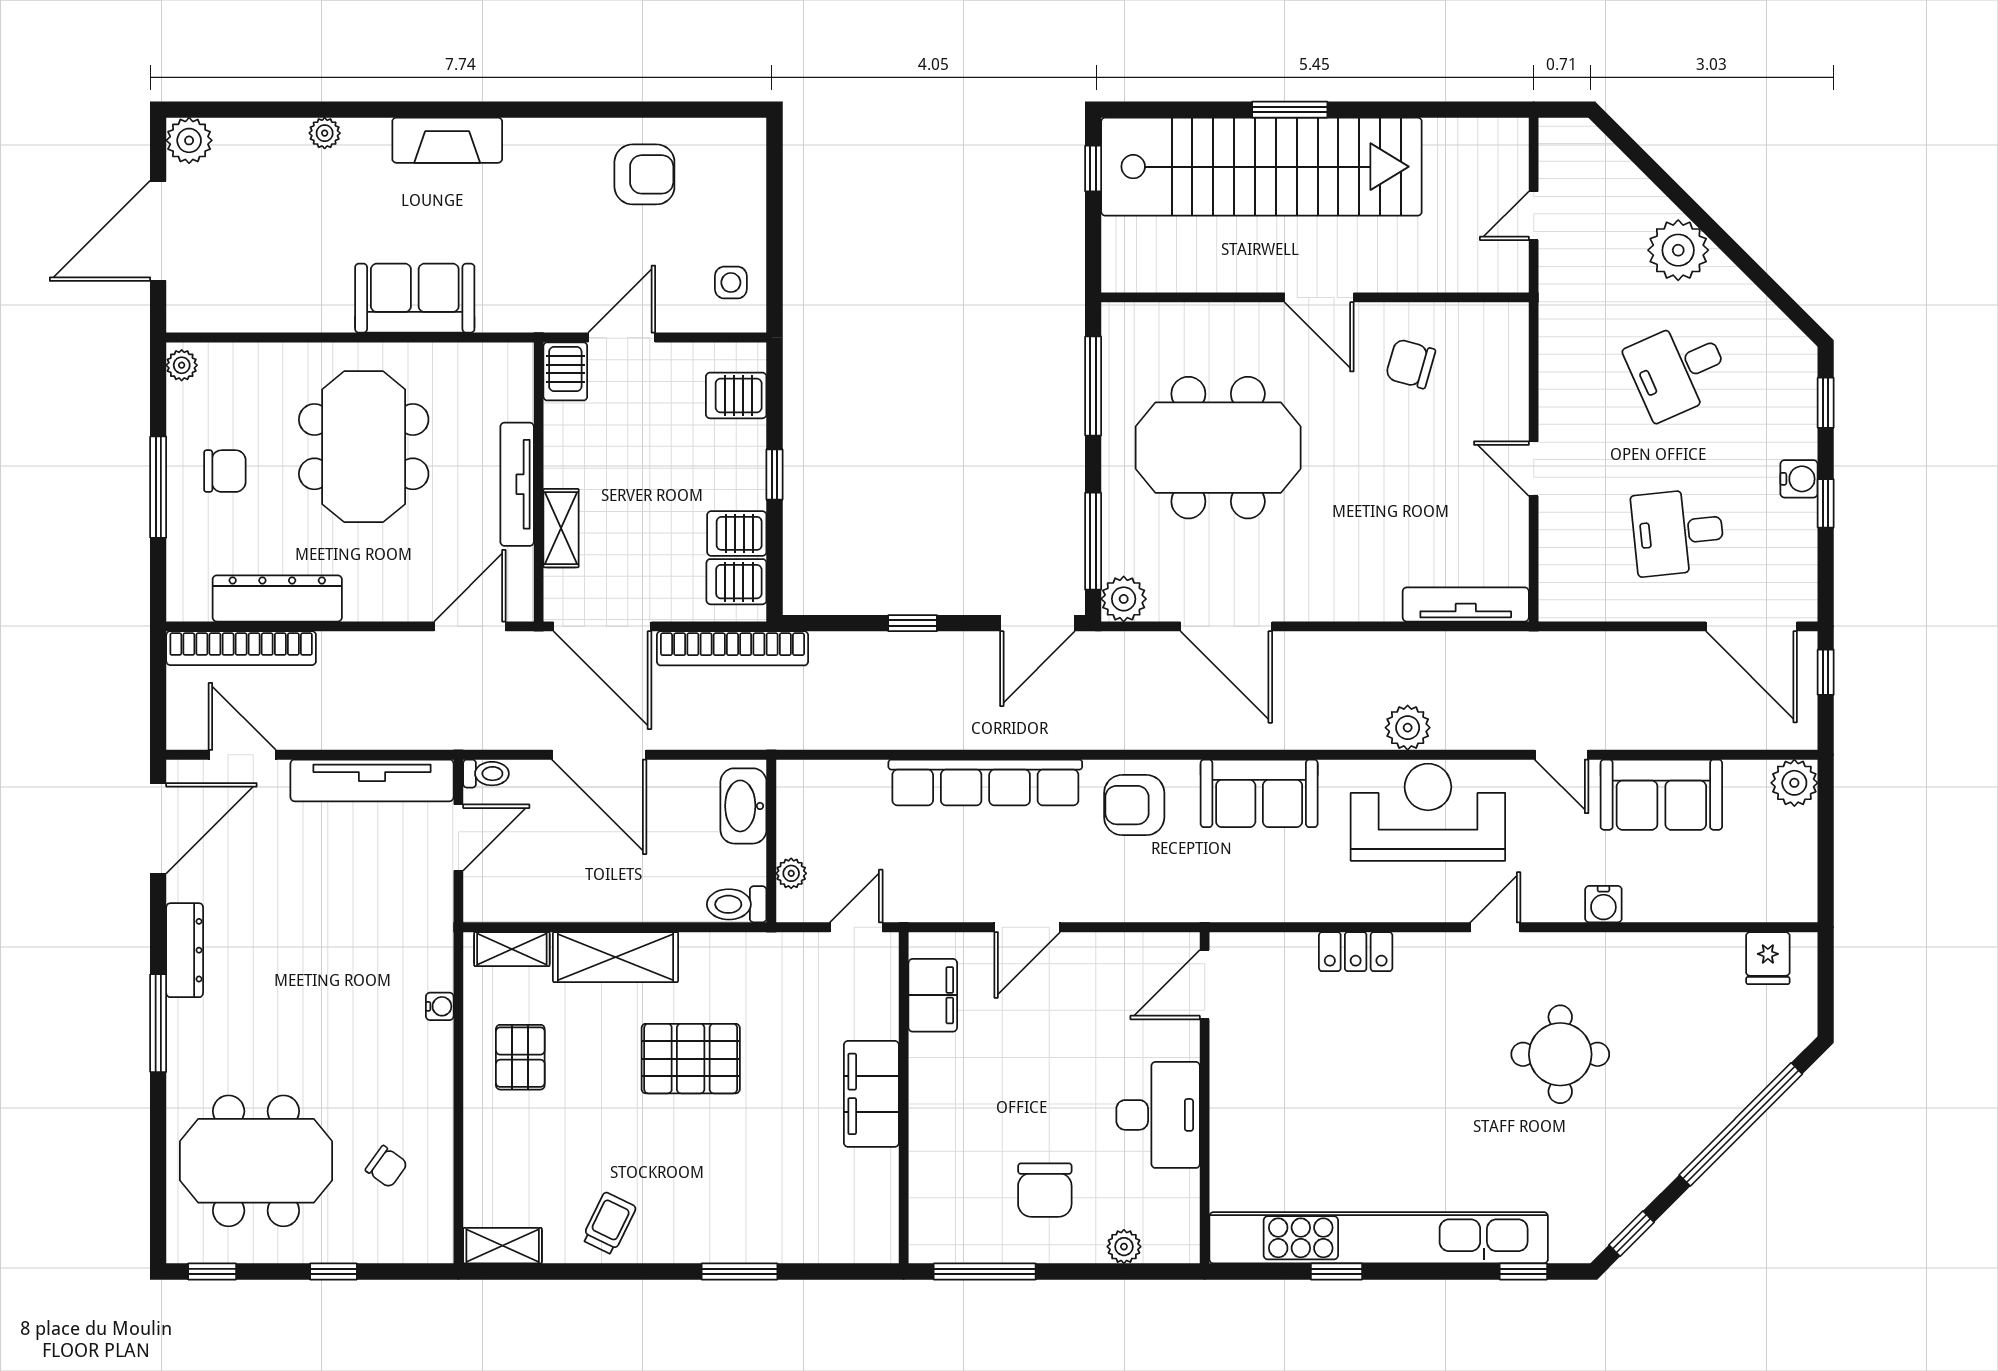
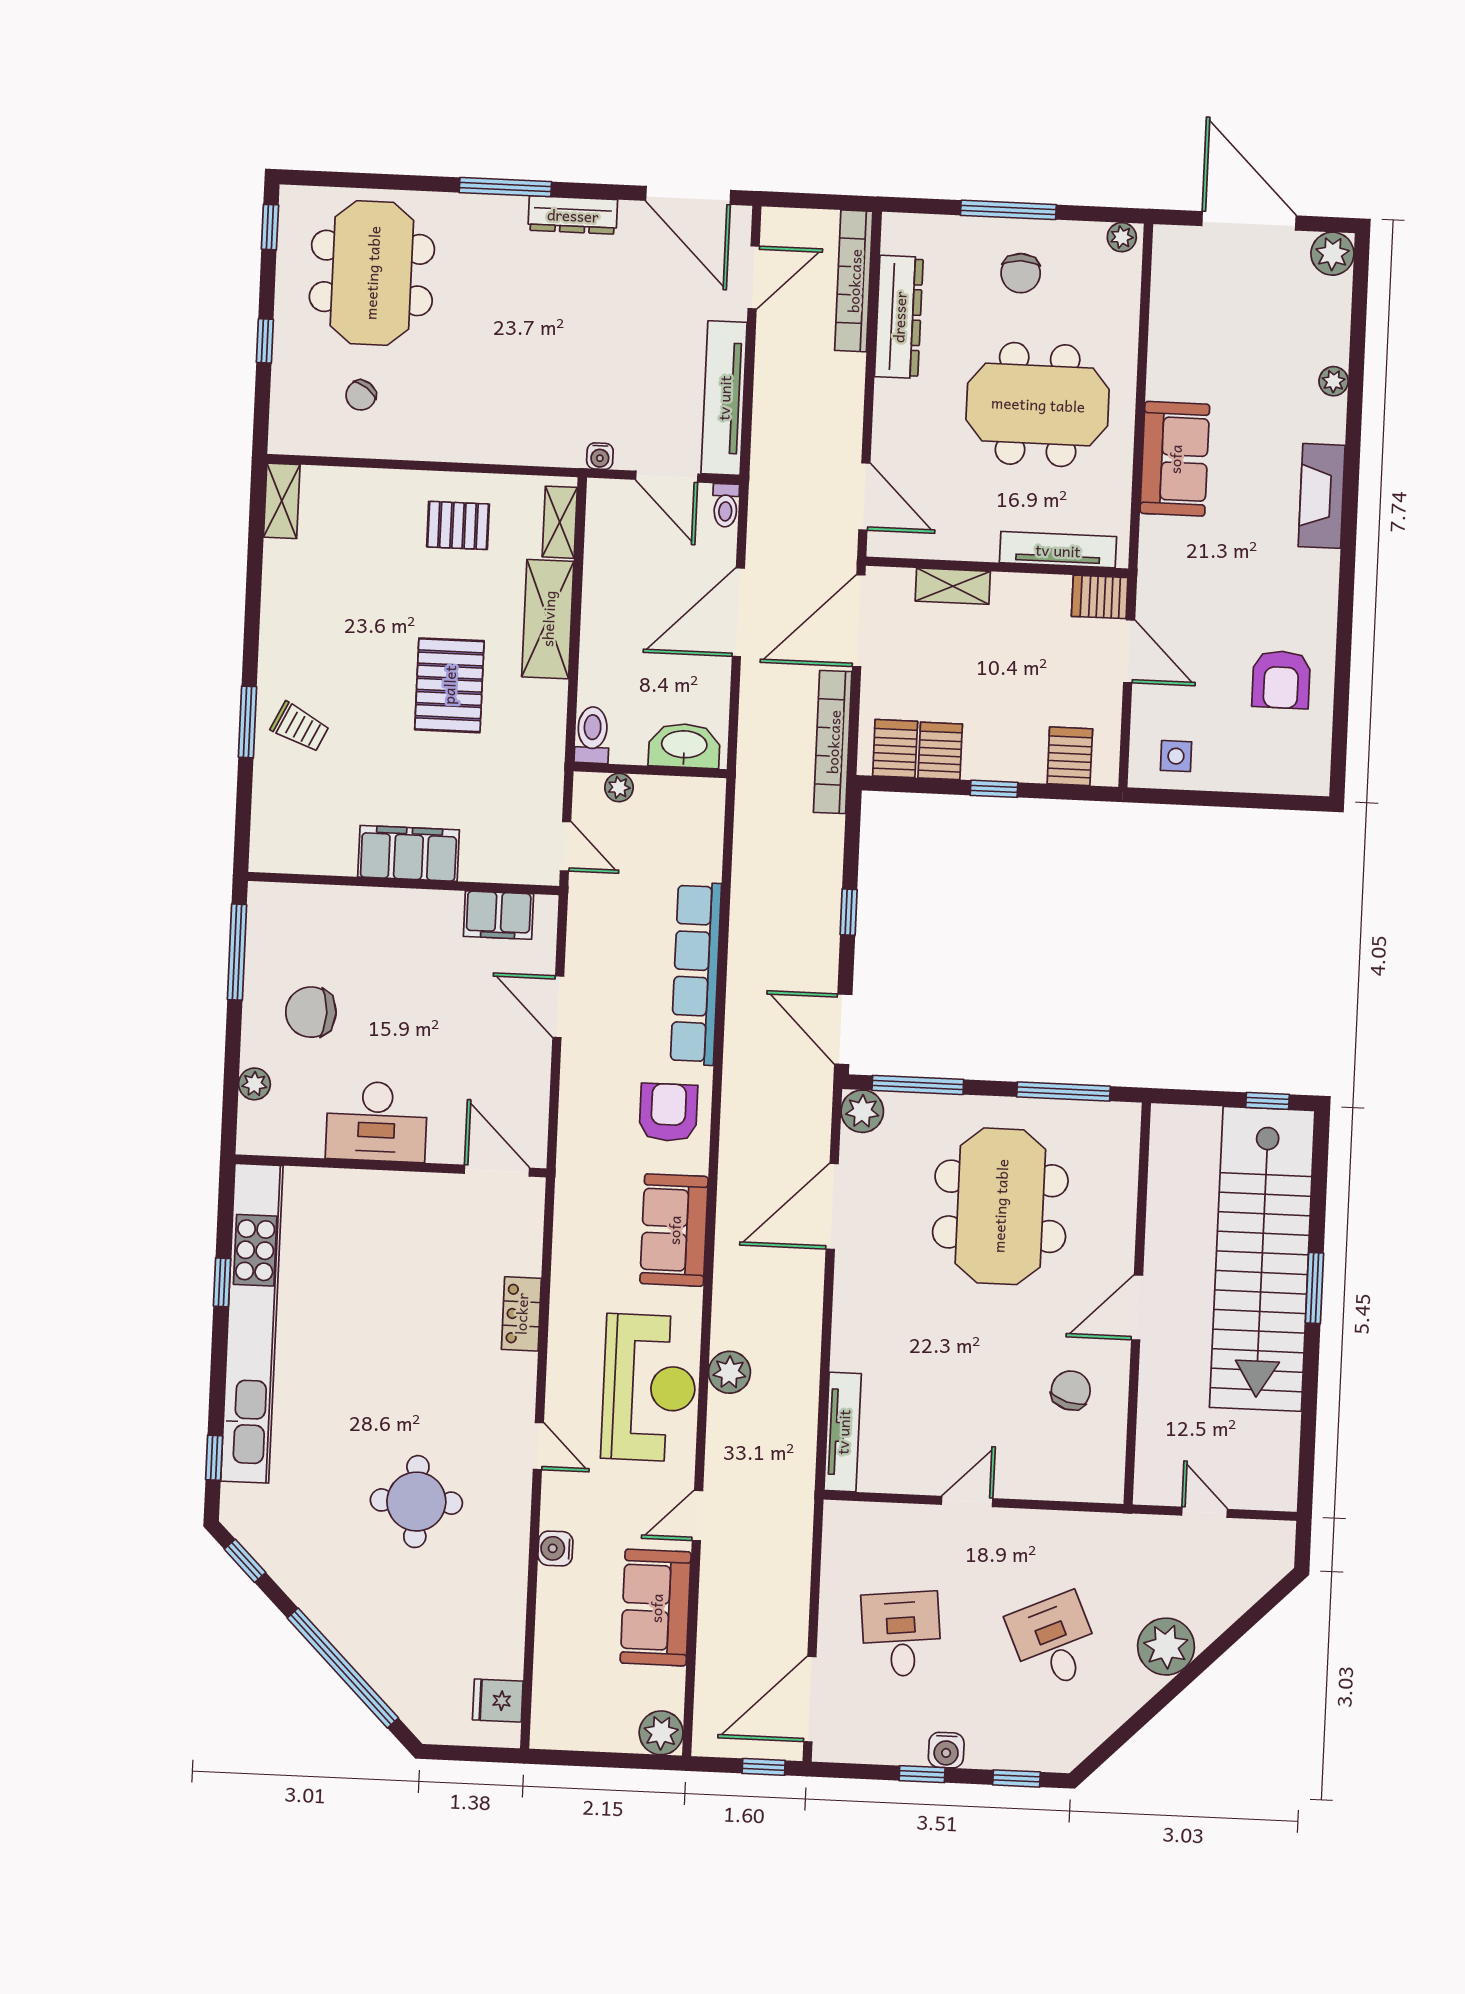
tv unit: (517, 484) -> (1058, 550), moved
water cooler: (440, 1006) -> (600, 456), moved
trolley: (609, 1223) -> (300, 727), moved

